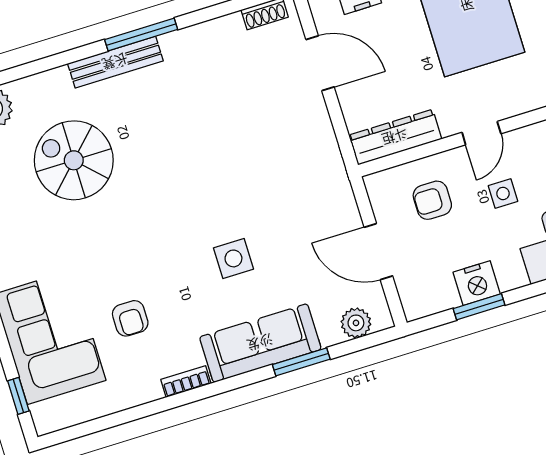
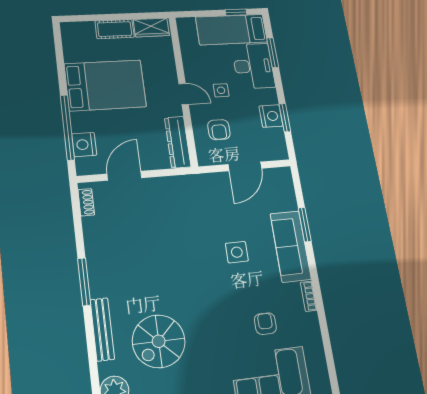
bench: (115, 62) -> (102, 329), moved
armchair: (130, 318) -> (265, 324), turned -90
plant: (356, 323) -> (285, 188), removed

